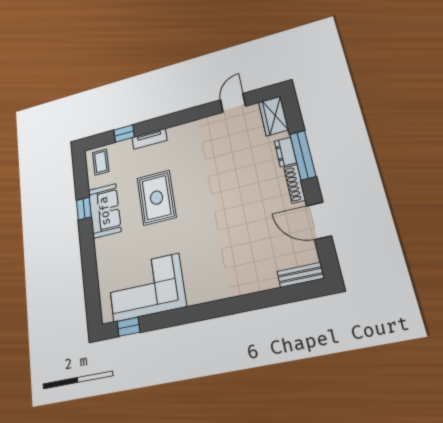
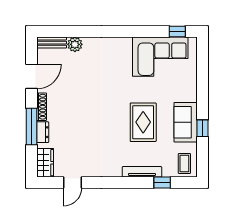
tv unit: (149, 139) -> (142, 172), width x1.41
door: (319, 221) -> (31, 76), hinge flipped
plant: (266, 279) -> (75, 44), added

